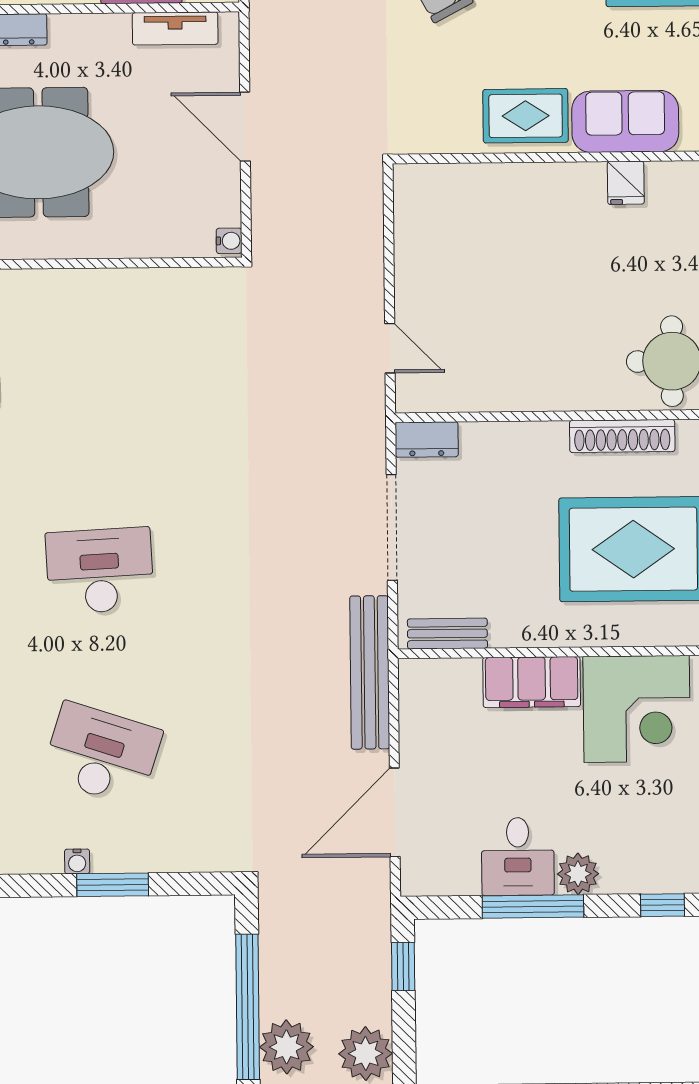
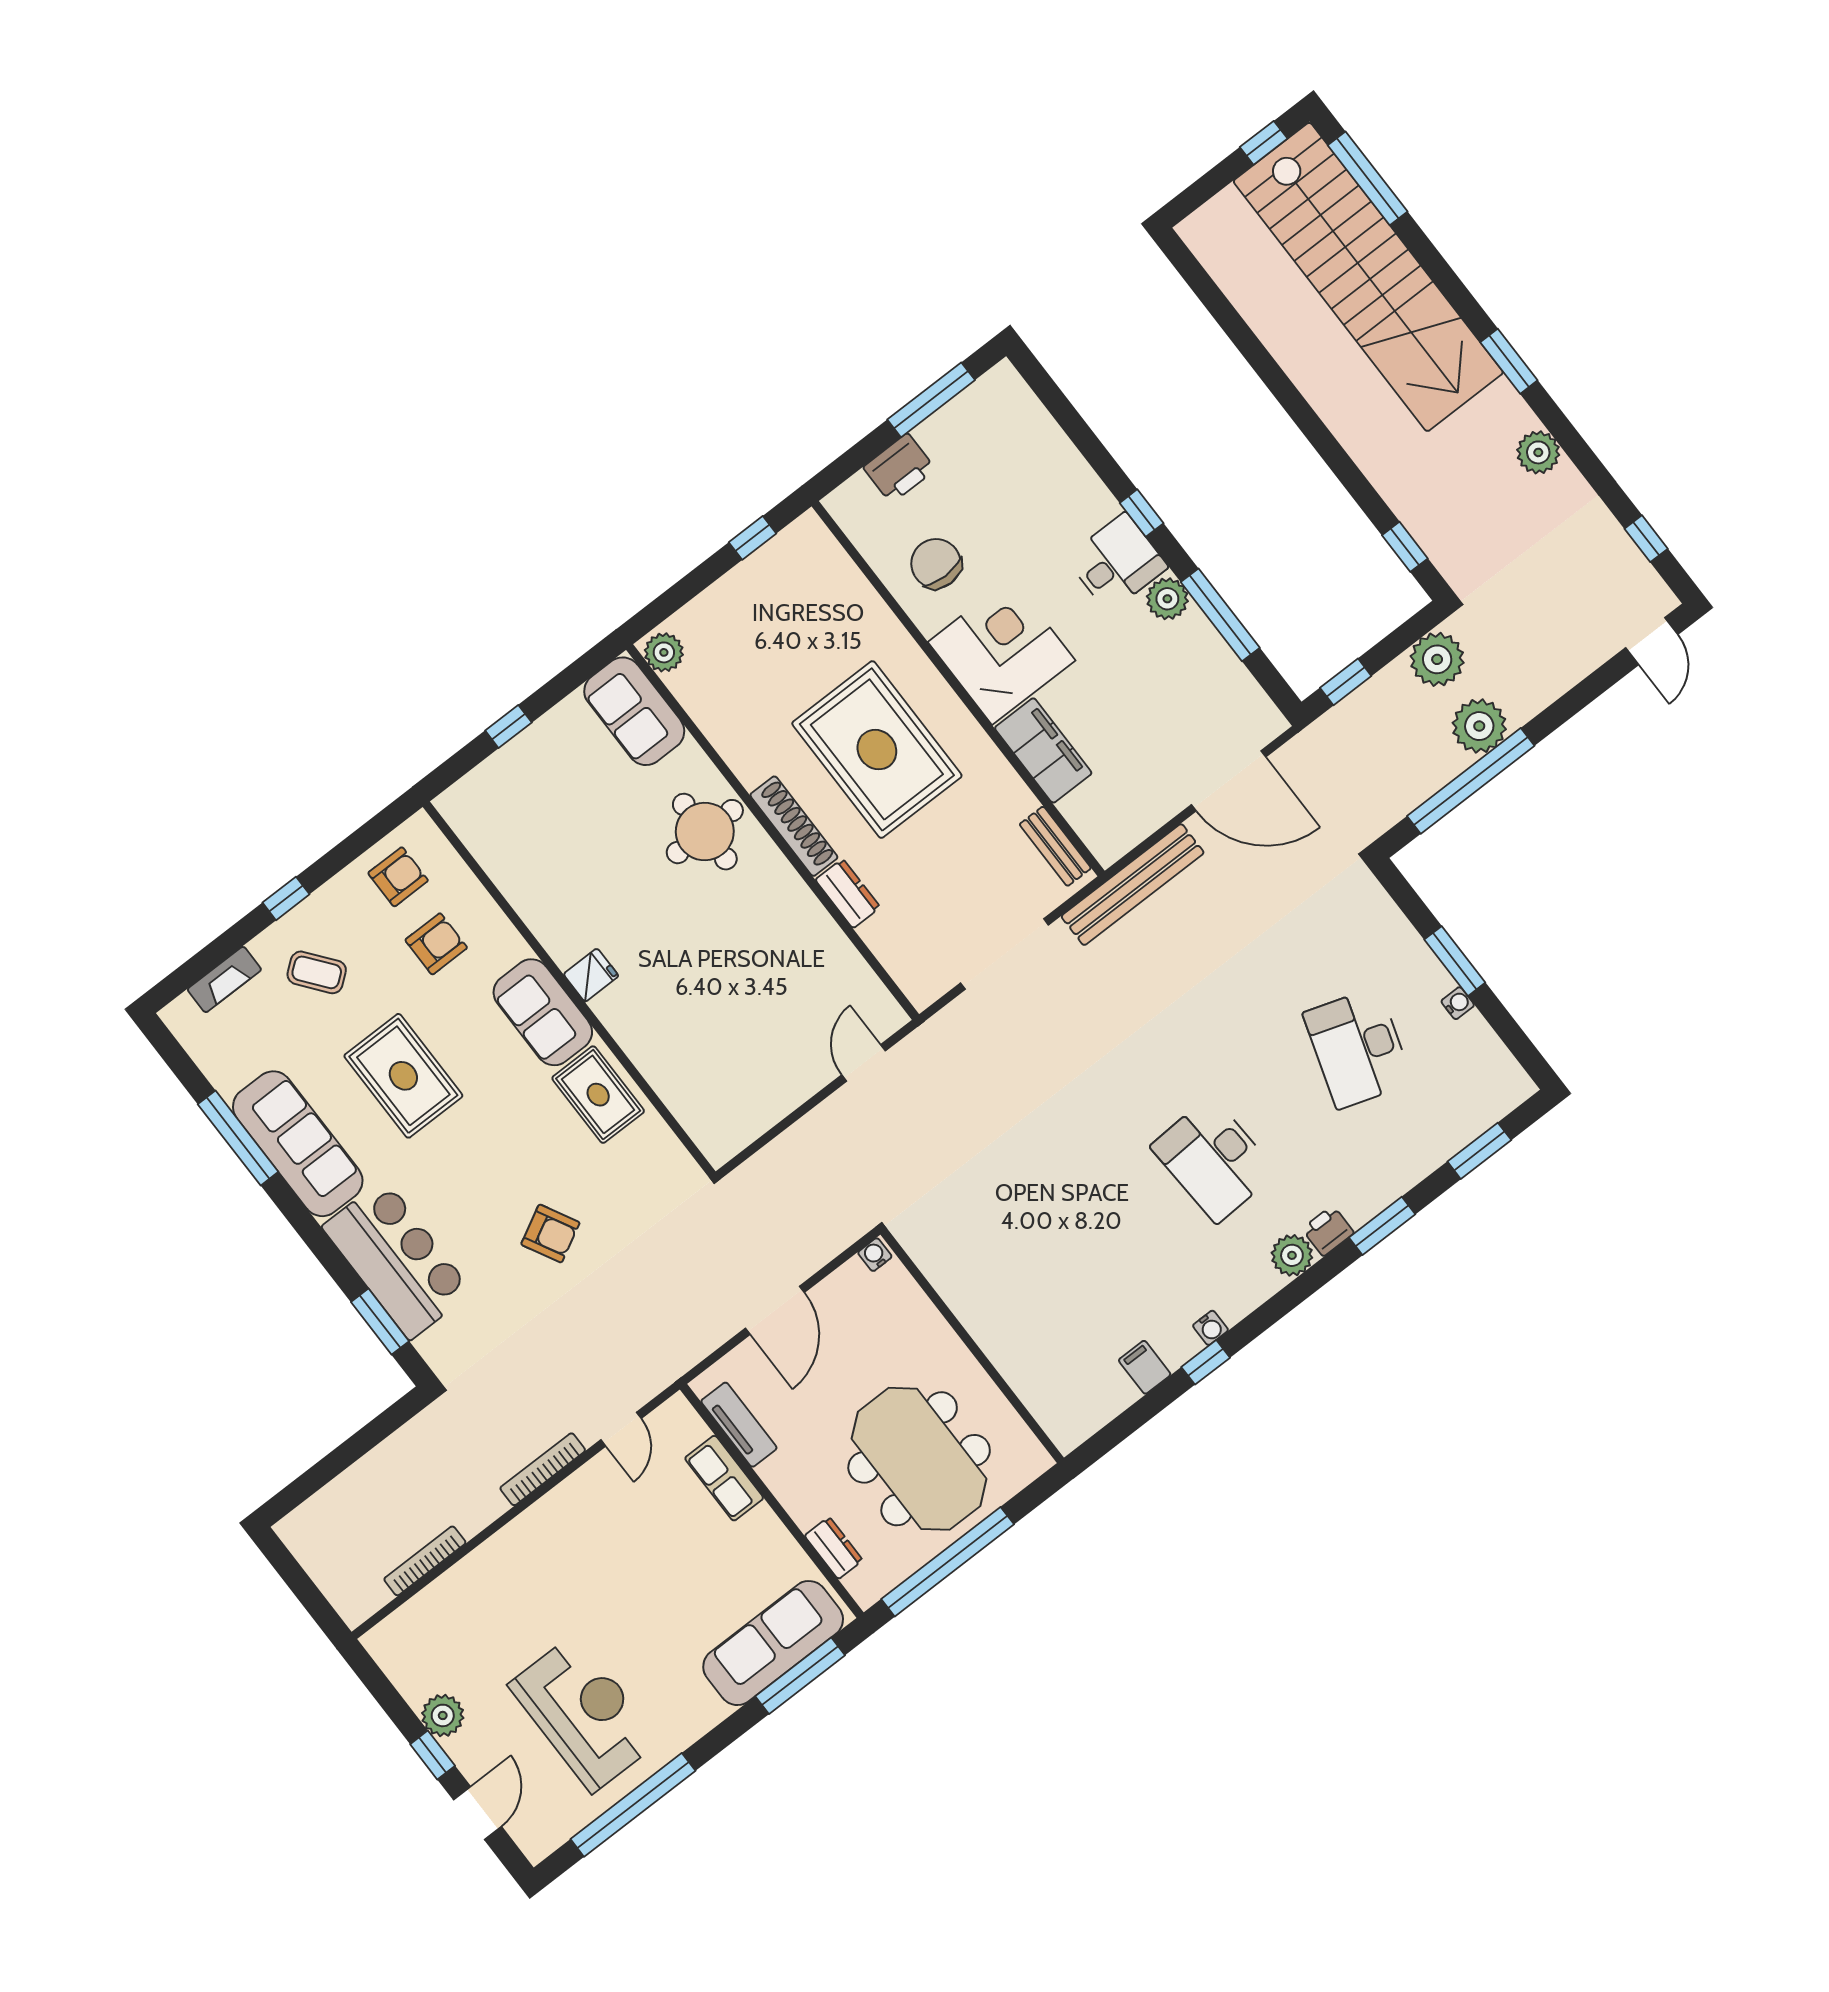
dresser: (427, 439) -> (848, 893), moved
desk: (518, 856) -> (1117, 563), moved

